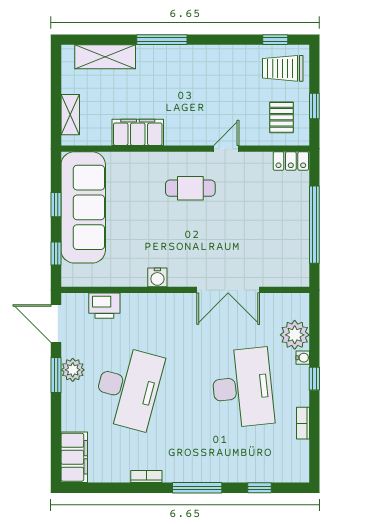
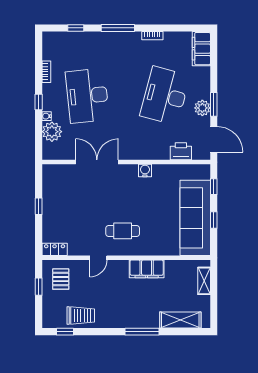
trolley: (283, 68) -> (81, 315), moved
filing cabinet: (138, 132) -> (147, 269), moved
window: (314, 225) -> (39, 206), width x0.32

